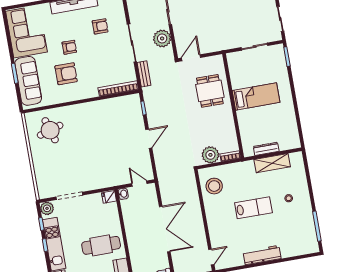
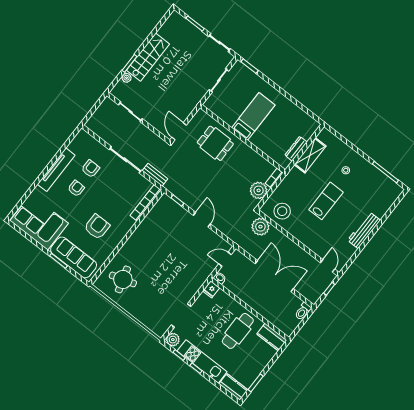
plant: (162, 38) -> (260, 227), moved
armchair: (69, 47) -> (76, 188), moved

